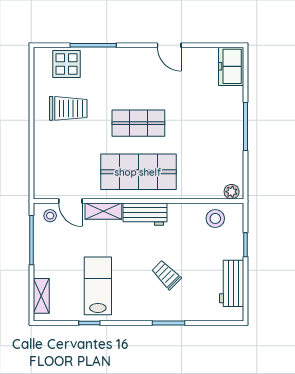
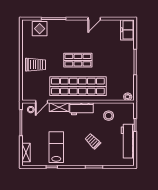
door: (169, 45) -> (94, 19), hinge flipped
trolley: (68, 108) -> (35, 65), moved
shop shelf: (138, 172) -> (78, 86), width x1.40
door: (70, 201) -> (42, 102), hinge flipped
stool: (215, 218) -> (109, 116), moved
workbench: (232, 283) -> (128, 141), width x1.38

